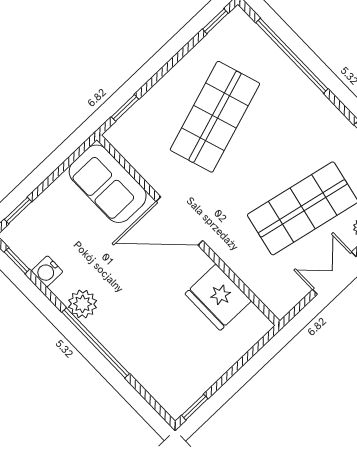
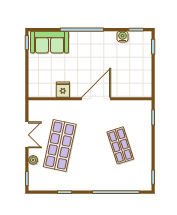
shop shelf: (215, 117) -> (120, 145), width x0.70, depth x0.74
sofa: (108, 184) -> (50, 42), moved, turned 180
fridge: (218, 297) -> (63, 90), width x0.53, depth x0.75
plant: (83, 304) -> (100, 38), removed

